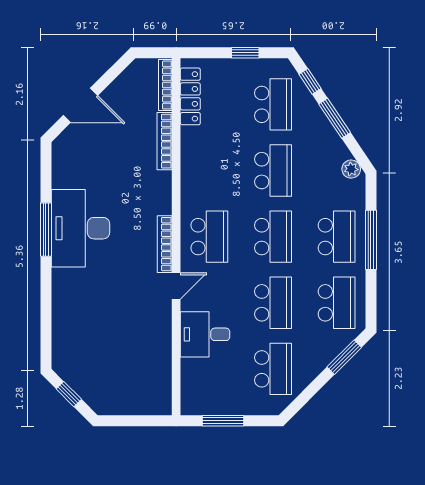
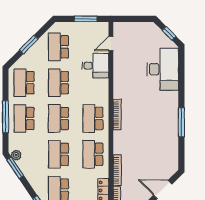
window: (335, 118) -> (15, 168), moved
school desk: (209, 171) -> (93, 154), added
desk: (80, 228) -> (163, 69), moved
door: (176, 286) -> (111, 44), moved
window: (344, 357) -> (29, 45), moved

